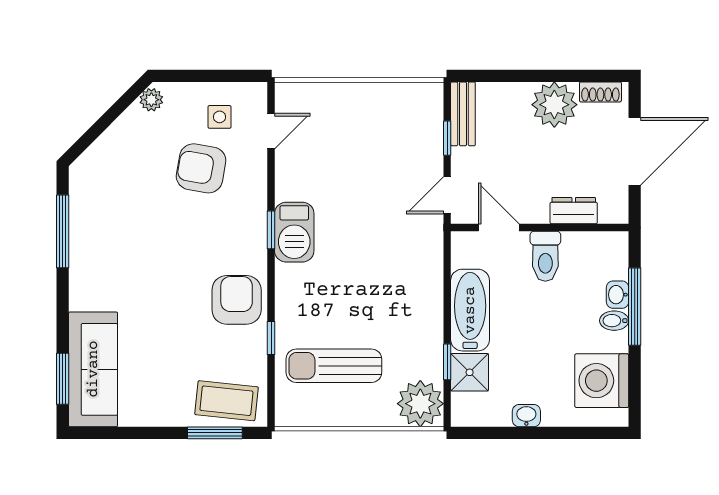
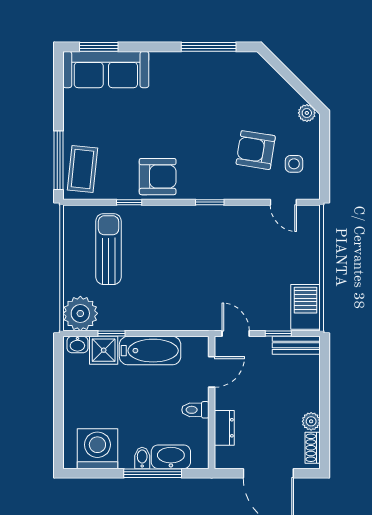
plant: (554, 105) -> (311, 421), width x0.53, depth x0.53
armchair: (201, 168) -> (256, 150), turned -91
barbecue: (294, 232) -> (306, 307), moved, turned 90
toilet: (545, 256) -> (195, 410), width x0.73, depth x0.72
washbasin: (618, 295) -> (171, 457), width x1.91, depth x1.45
washbasin: (526, 416) -> (77, 345), moved, turned 90
window: (215, 433) -> (59, 160), width x1.44

